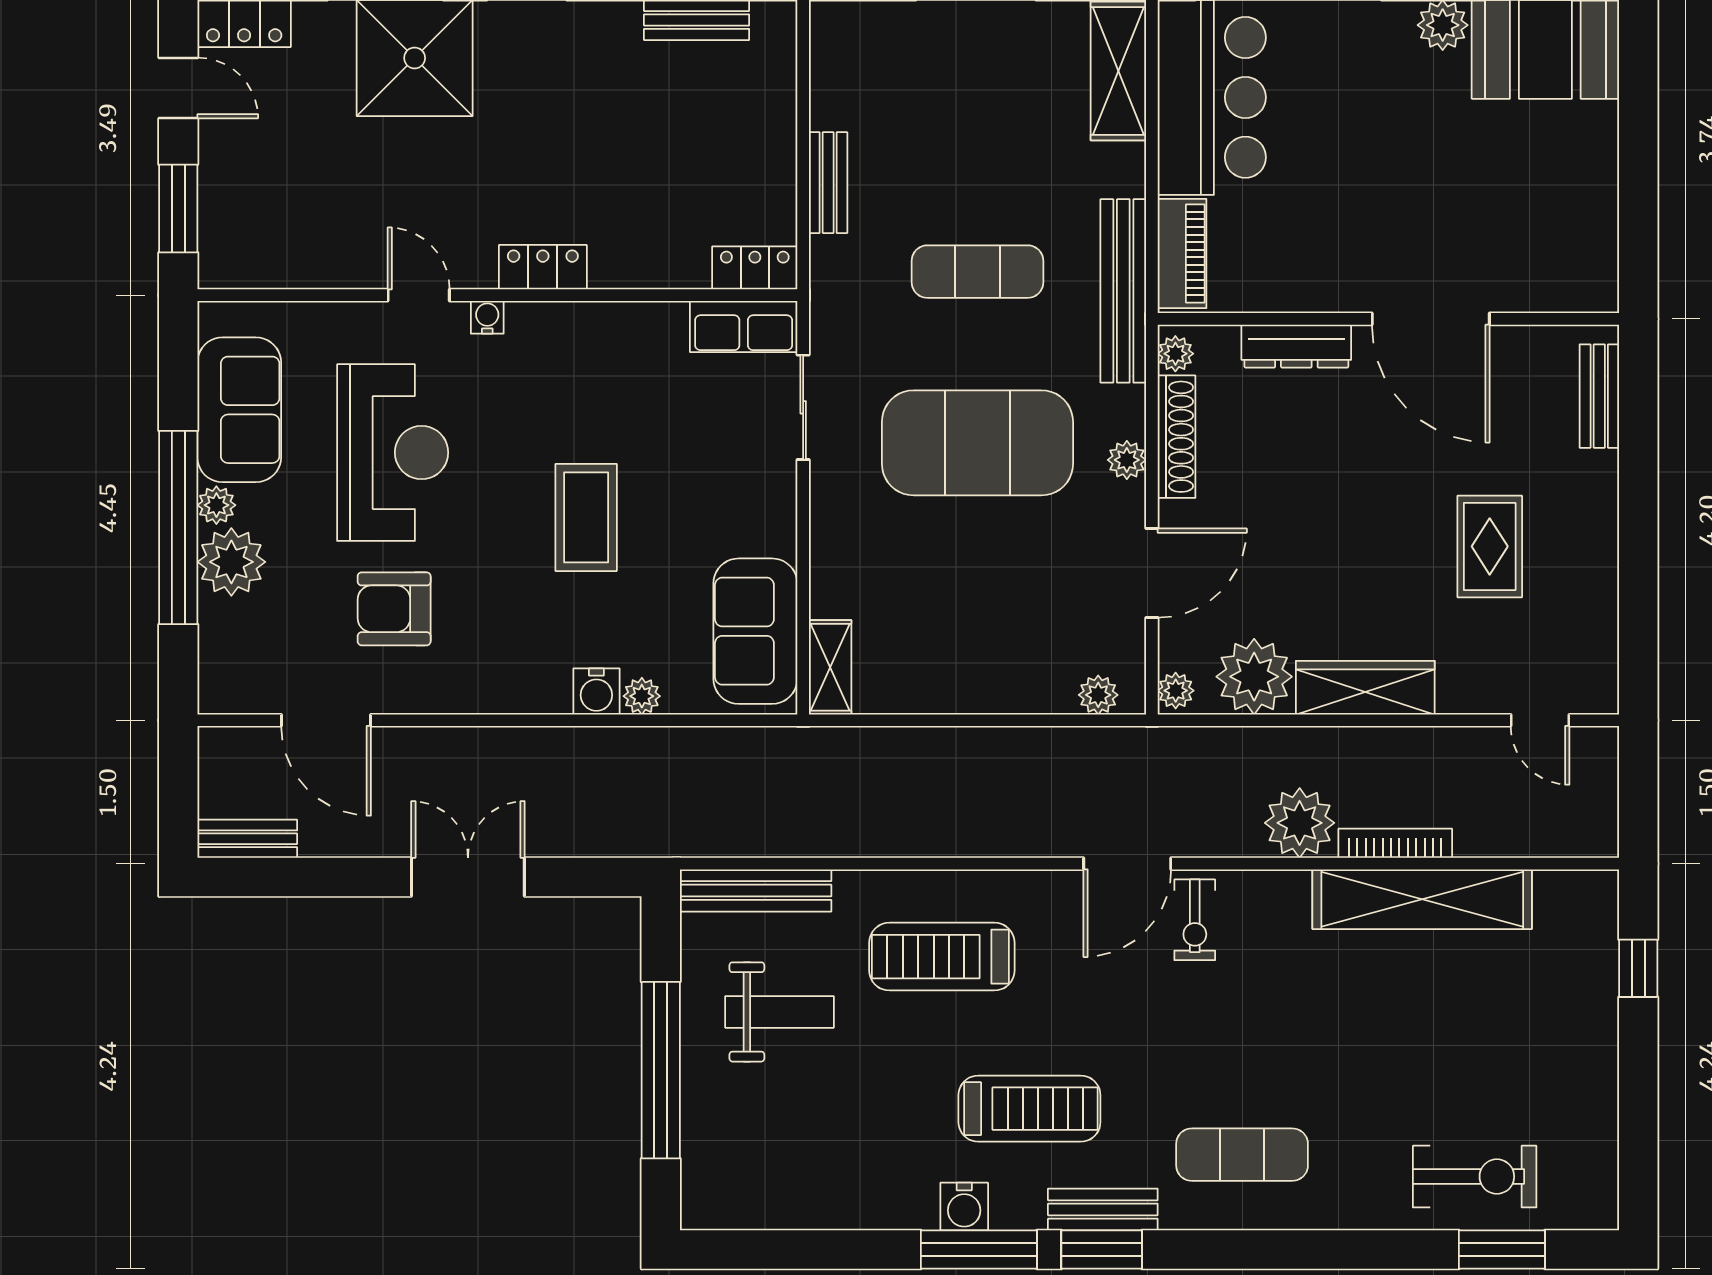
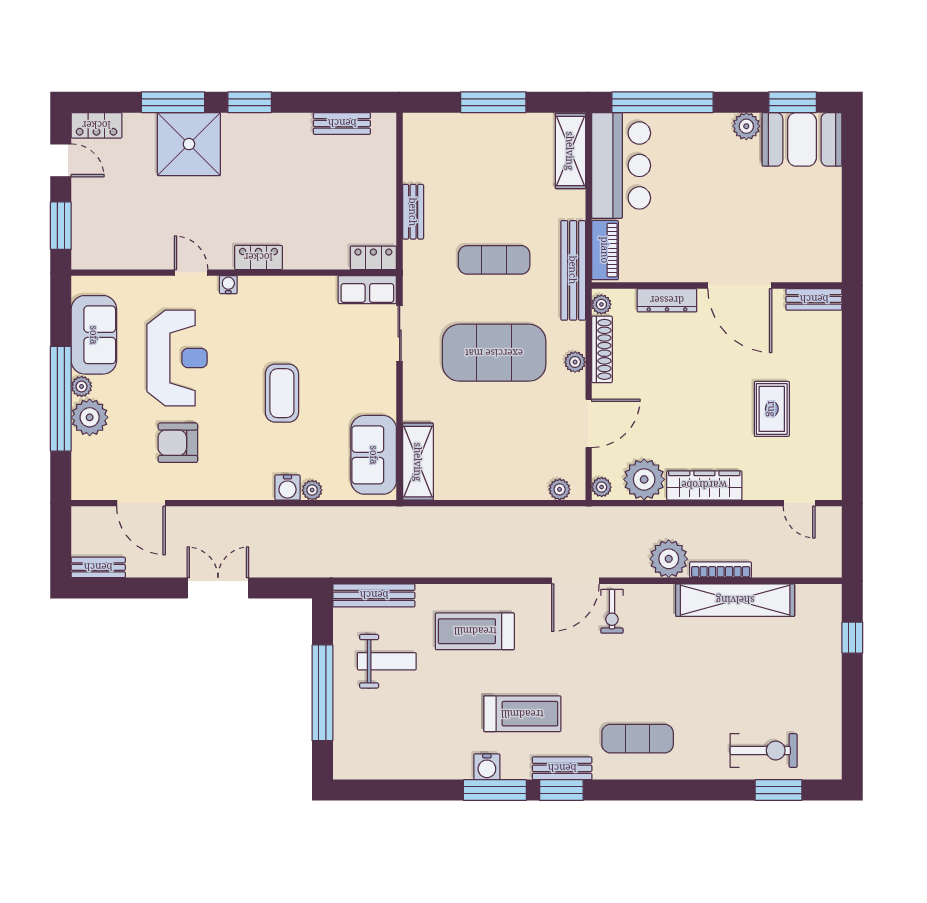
bench: (1599, 396) -> (814, 299), moved, turned 90
shelving: (830, 667) -> (418, 462), width x1.50, depth x1.33

